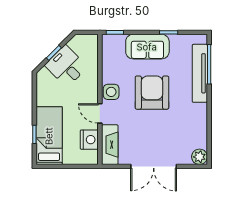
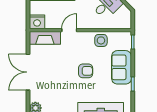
side table: (111, 92) -> (101, 40), moved
armchair: (152, 93) -> (86, 71), width x0.53, depth x0.53
nightstand: (89, 140) -> (37, 22), moved

